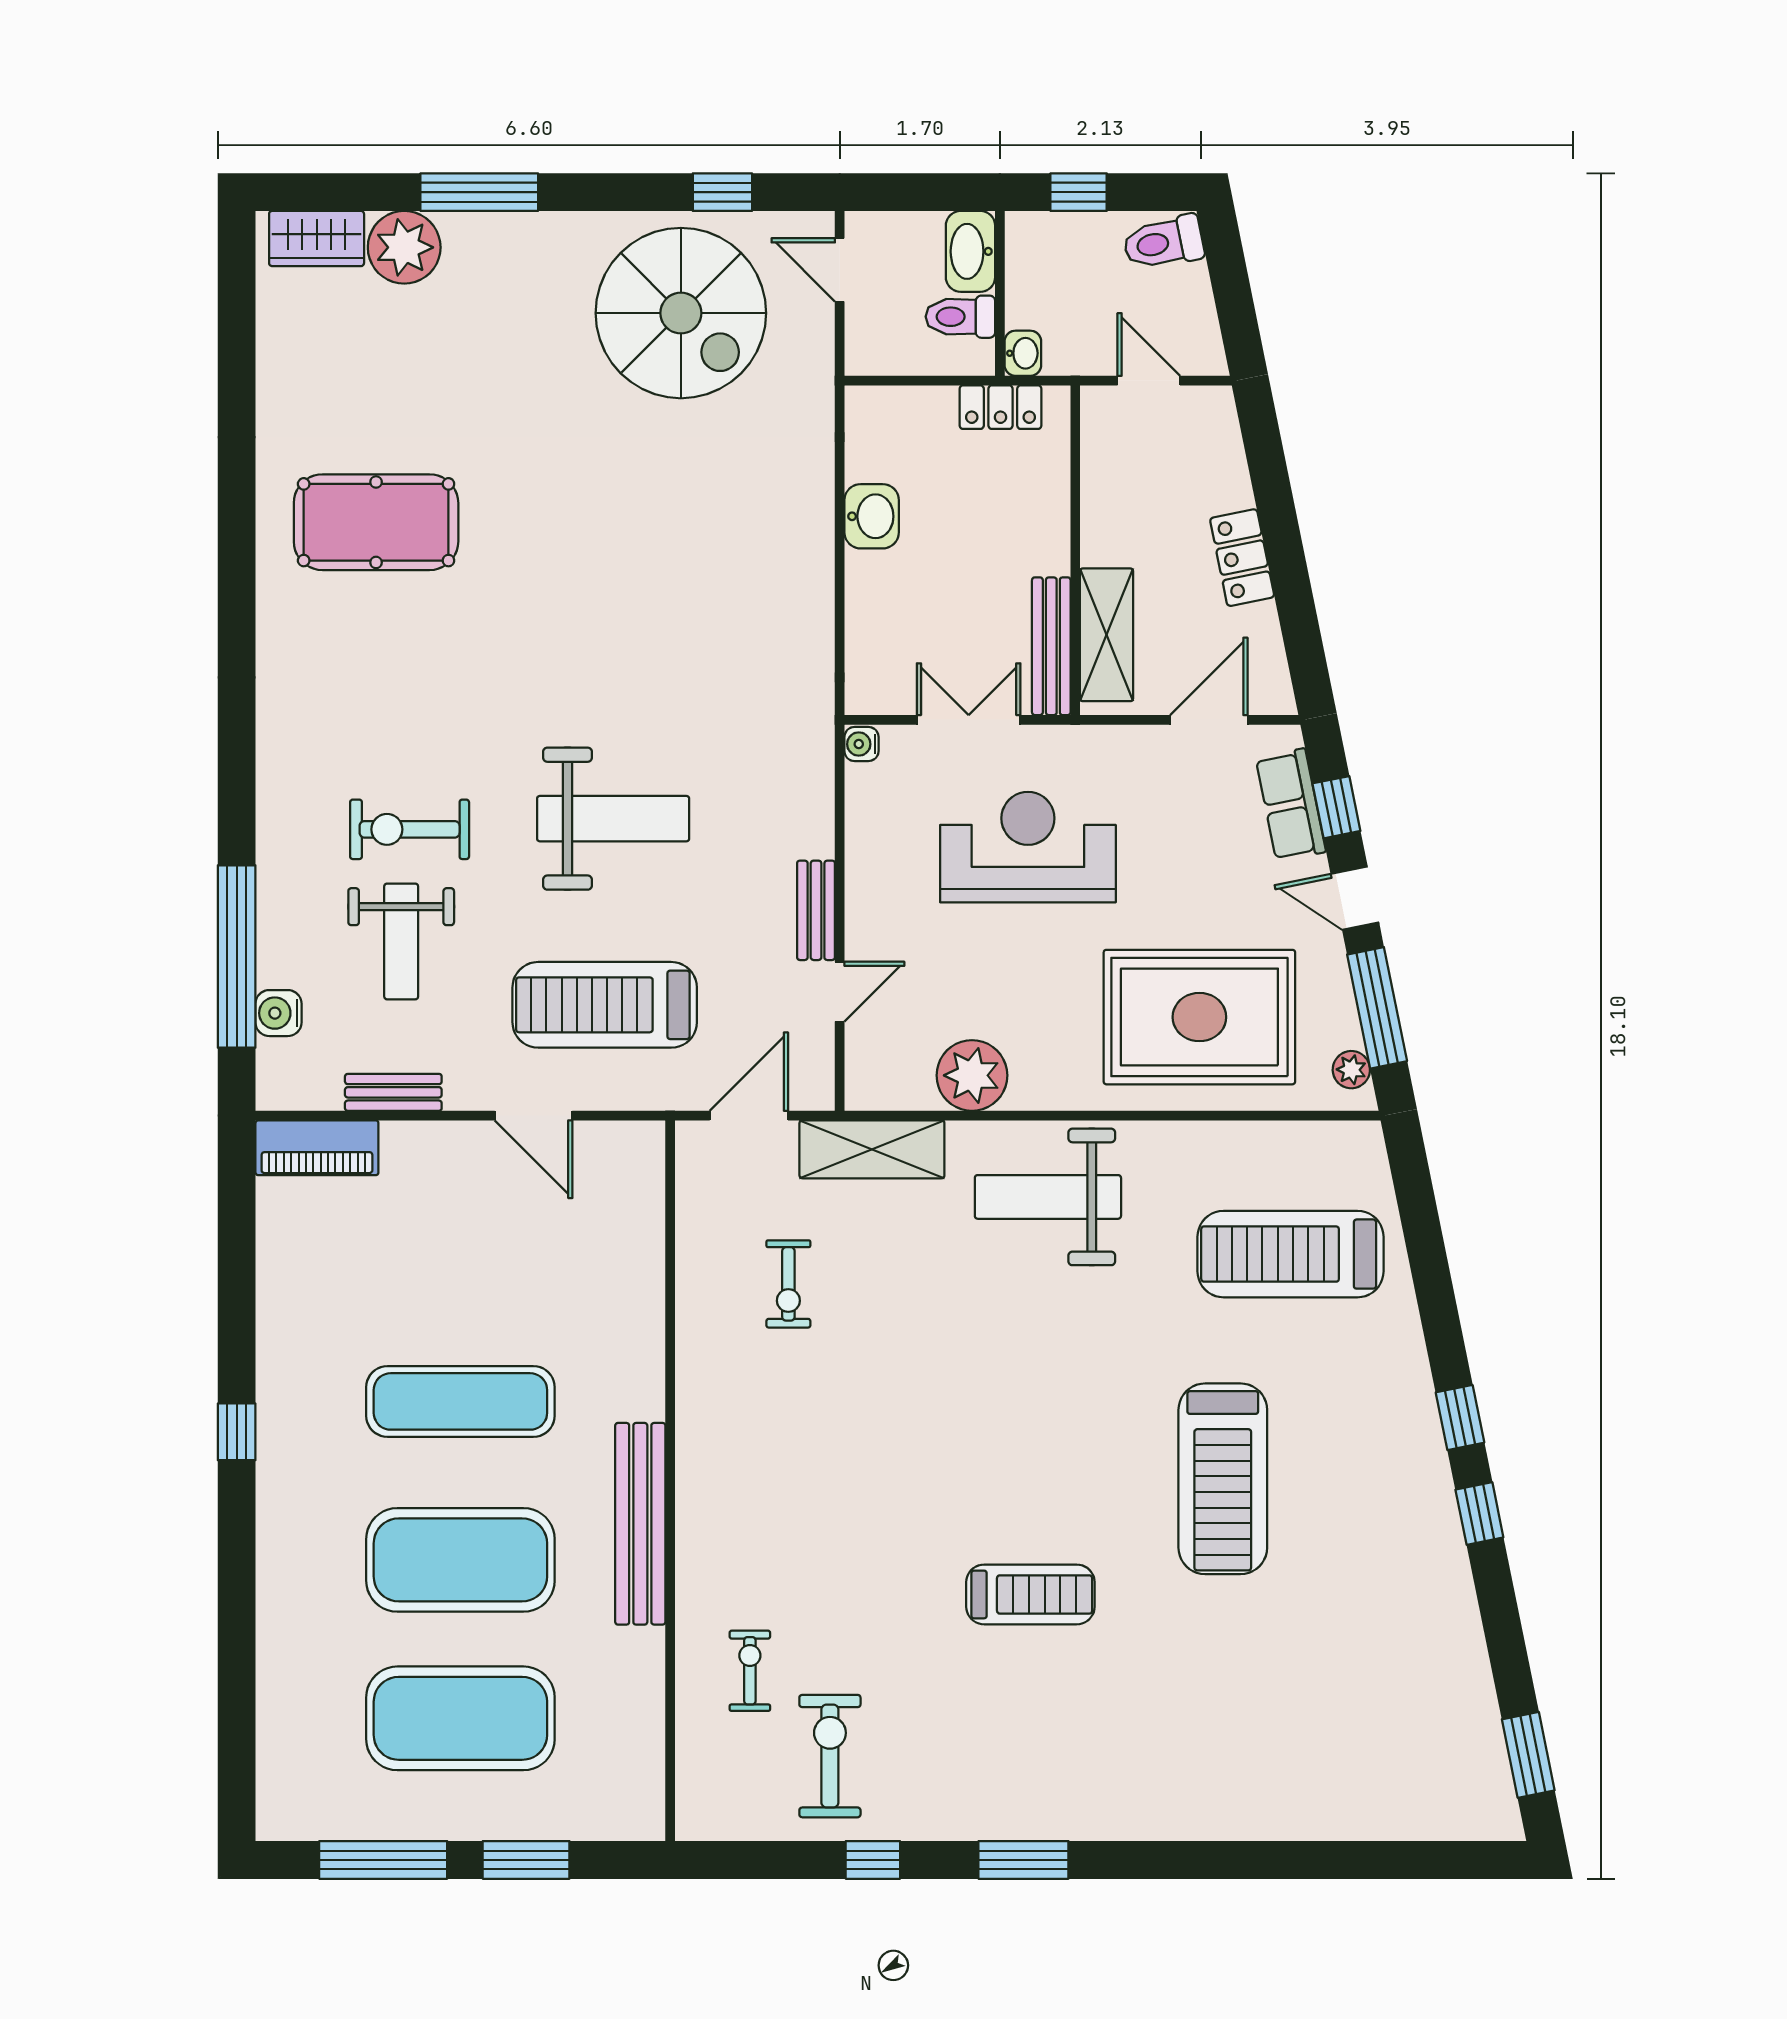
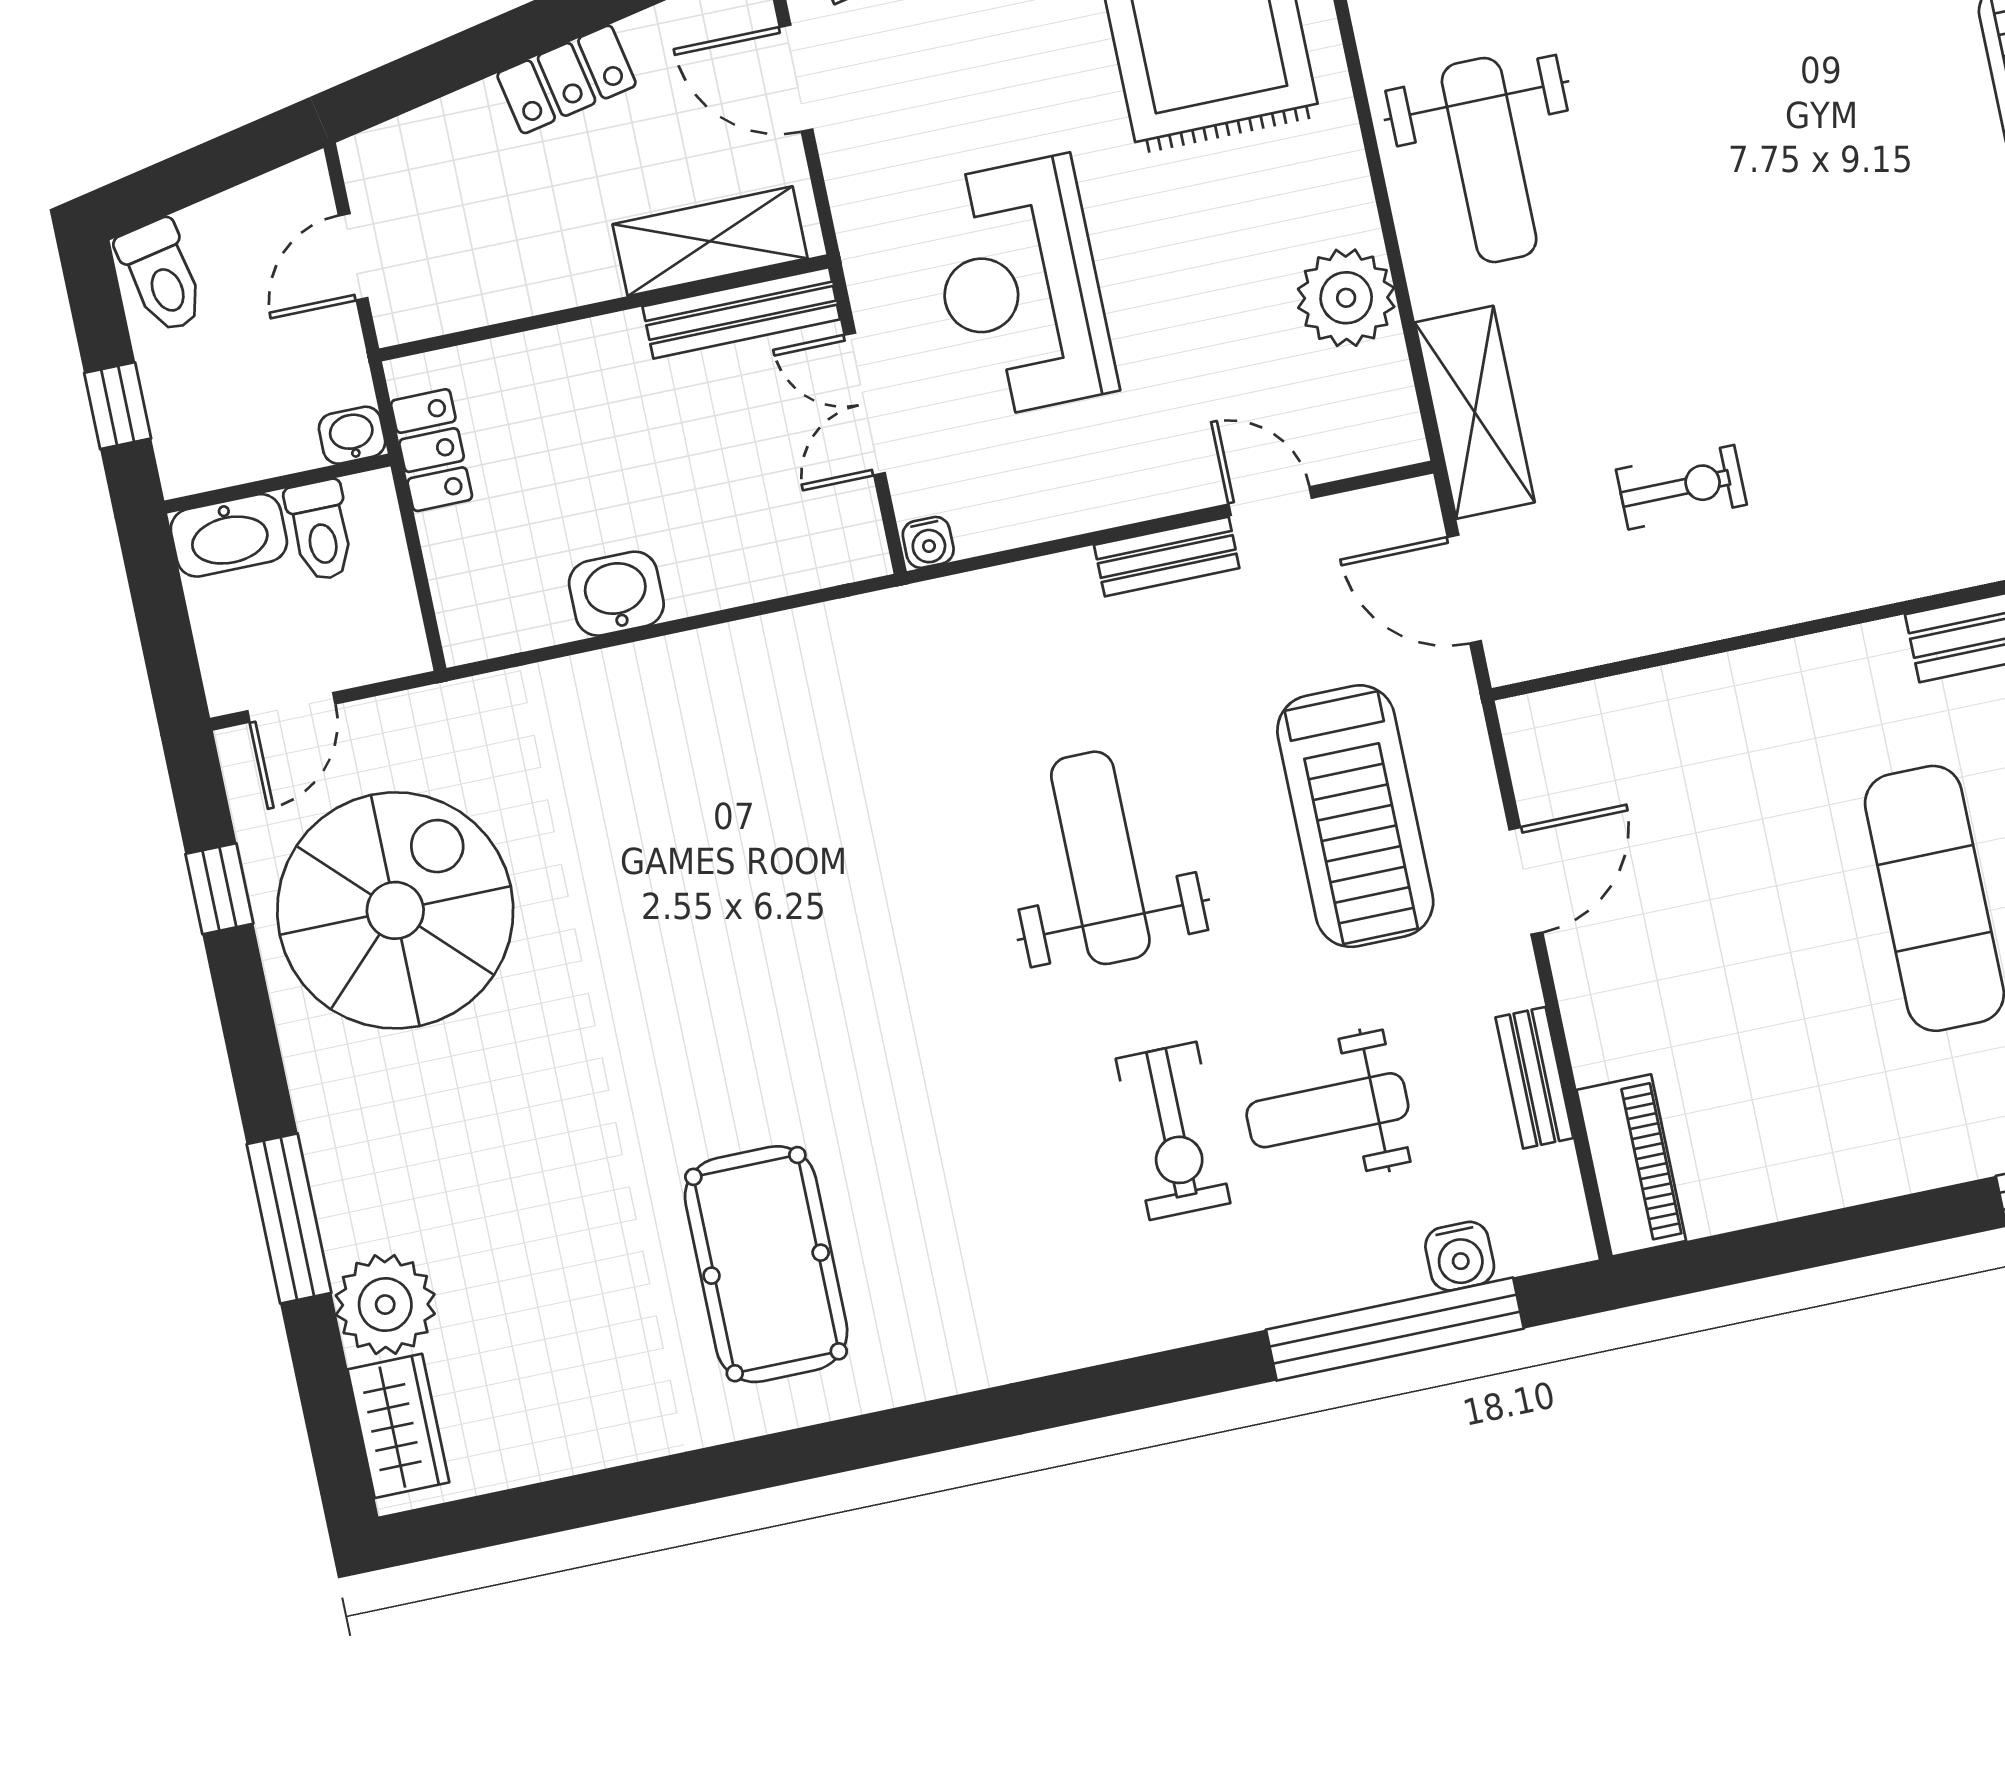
weight bench: (401, 941) -> (1327, 1110), turned 180

